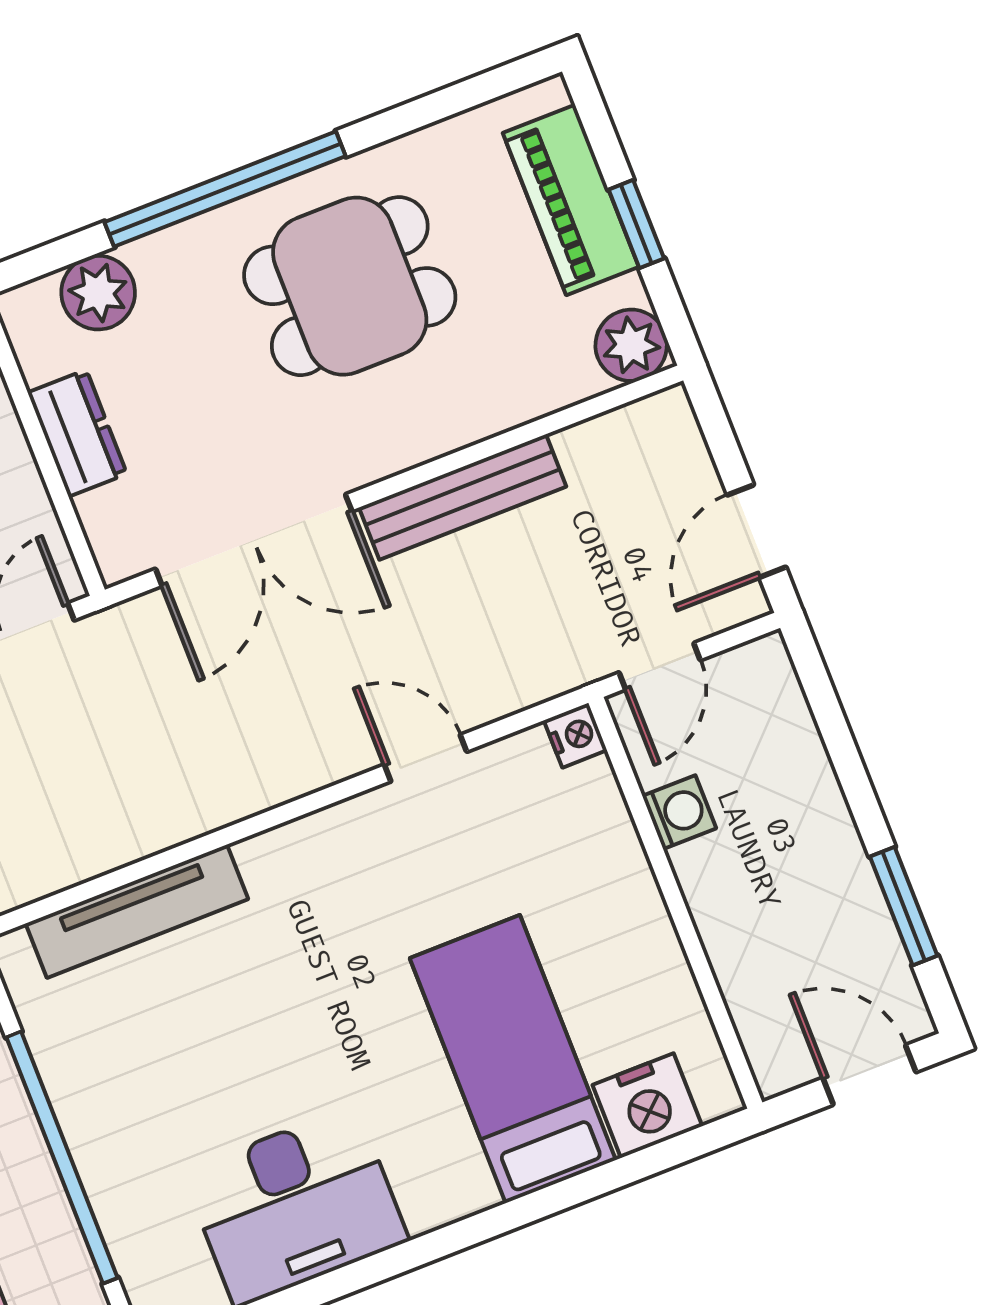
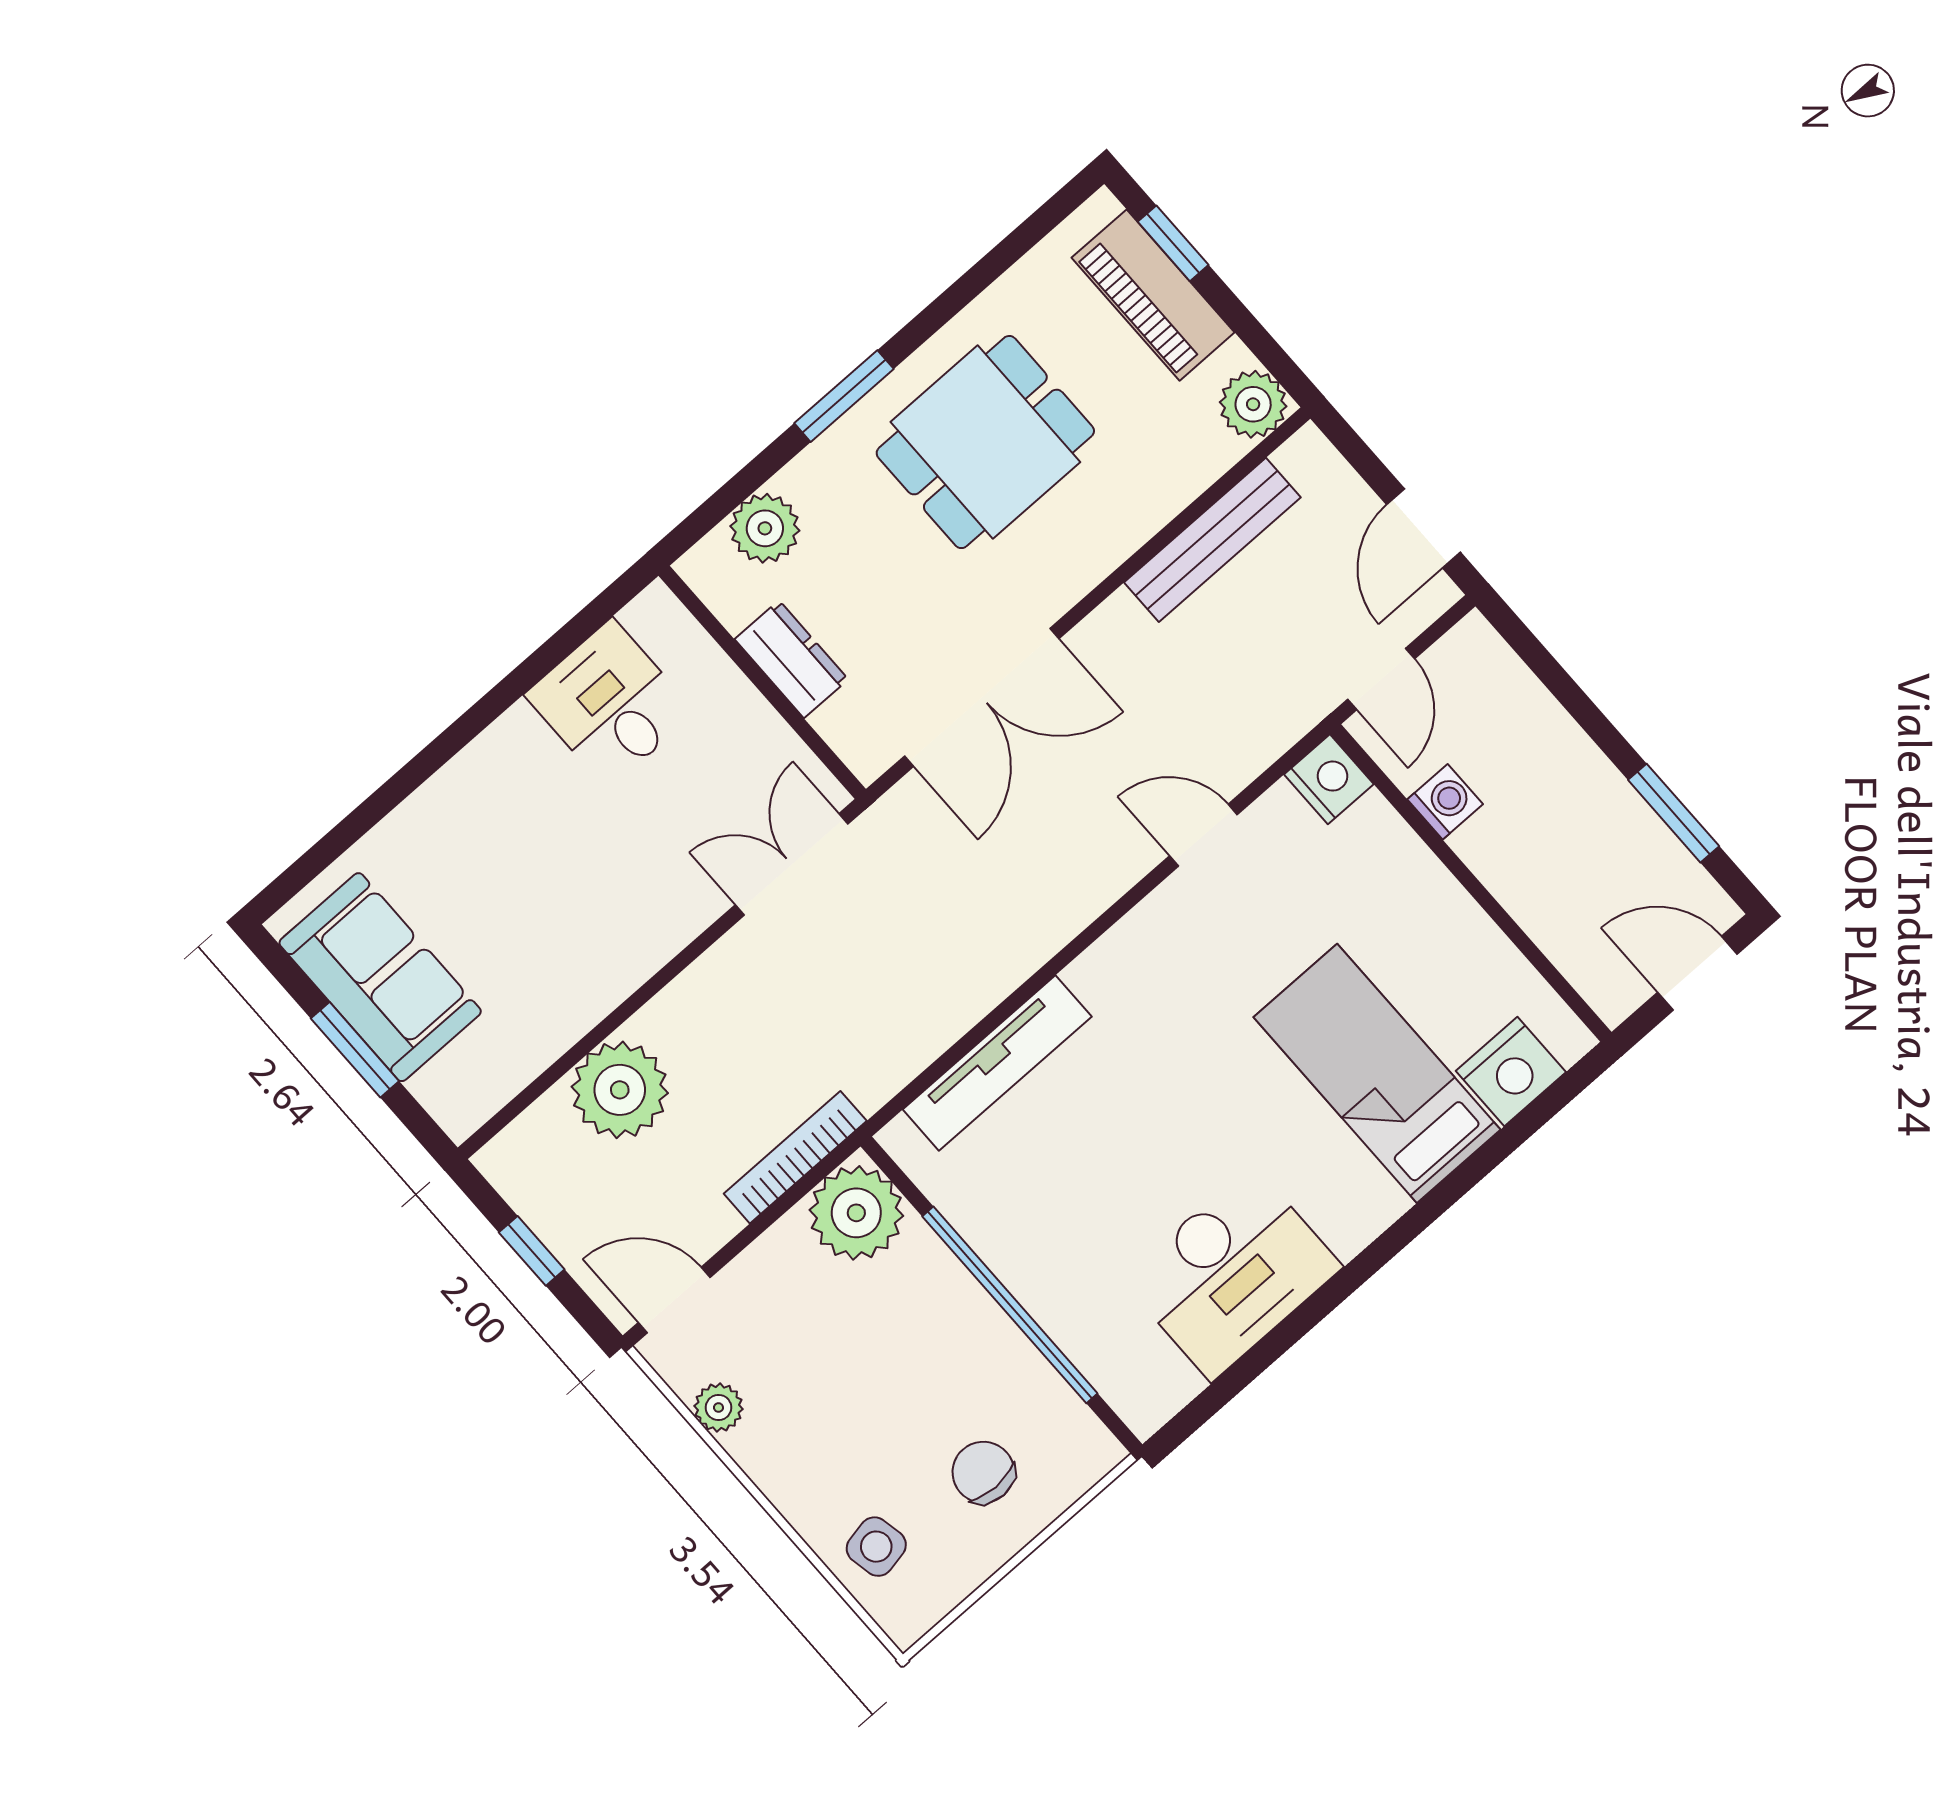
window: (225, 189) -> (844, 396), width x0.47
window: (636, 224) -> (1173, 243), moved
bench: (463, 497) -> (1212, 540), moved
nightstand: (575, 735) -> (1329, 779), width x1.39, depth x1.35

